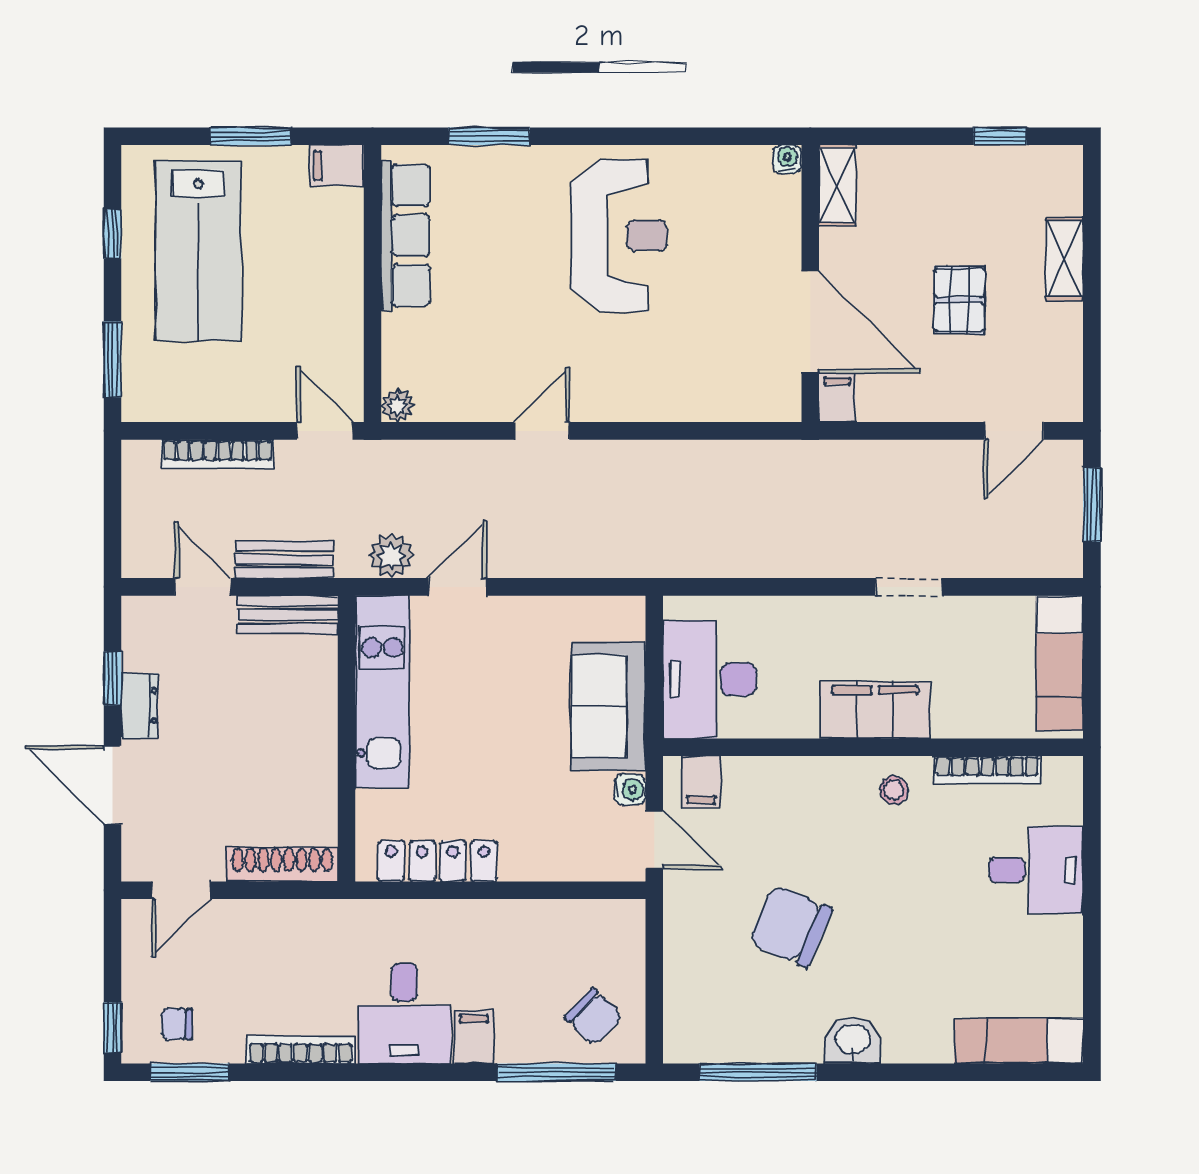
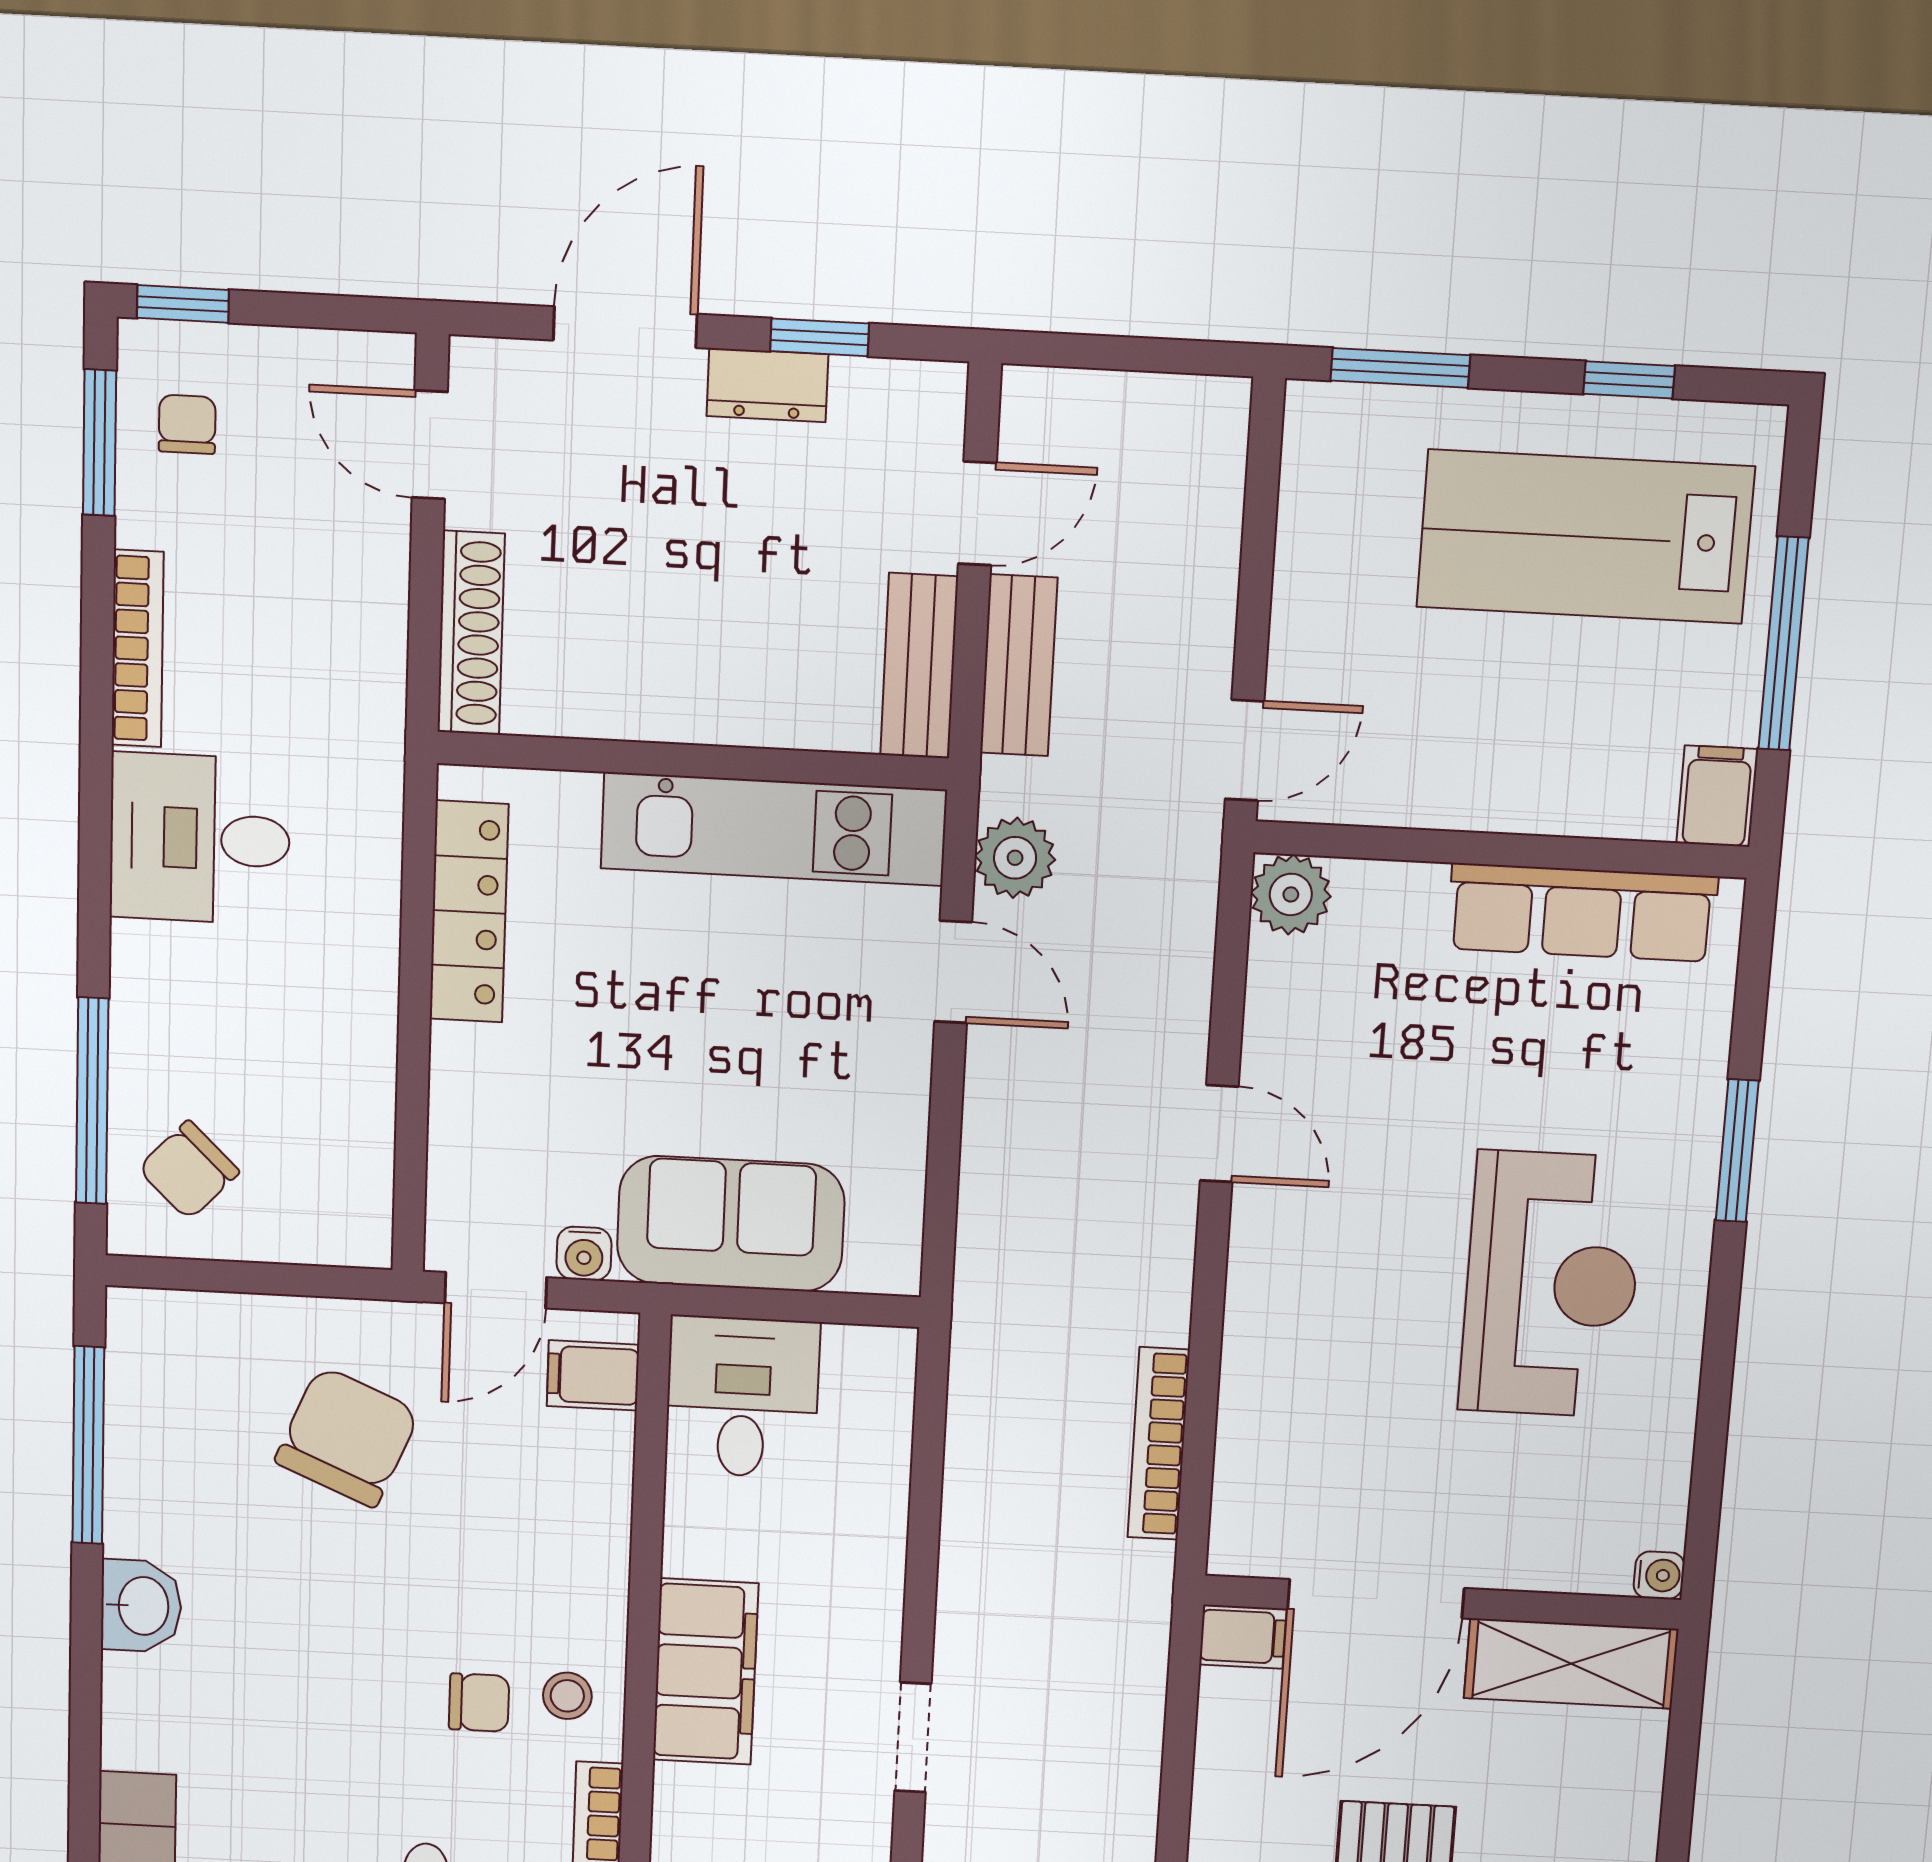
window: (251, 136) -> (1783, 644), width x1.44
window: (489, 136) -> (1737, 1151), moved
shelving: (837, 185) -> (1571, 1664), width x1.50, depth x1.33
reception desk: (619, 235) -> (1551, 1284), turned -90
plant: (398, 406) -> (1291, 894), width x1.38, depth x1.38
bookcase: (217, 454) -> (1159, 1444), moved
desk: (709, 679) -> (742, 1397), width x0.73
chair: (901, 842) -> (479, 1703), added
chair: (790, 926) -> (347, 1437), moved
filing cabinet: (474, 1037) -> (155, 960), removed

